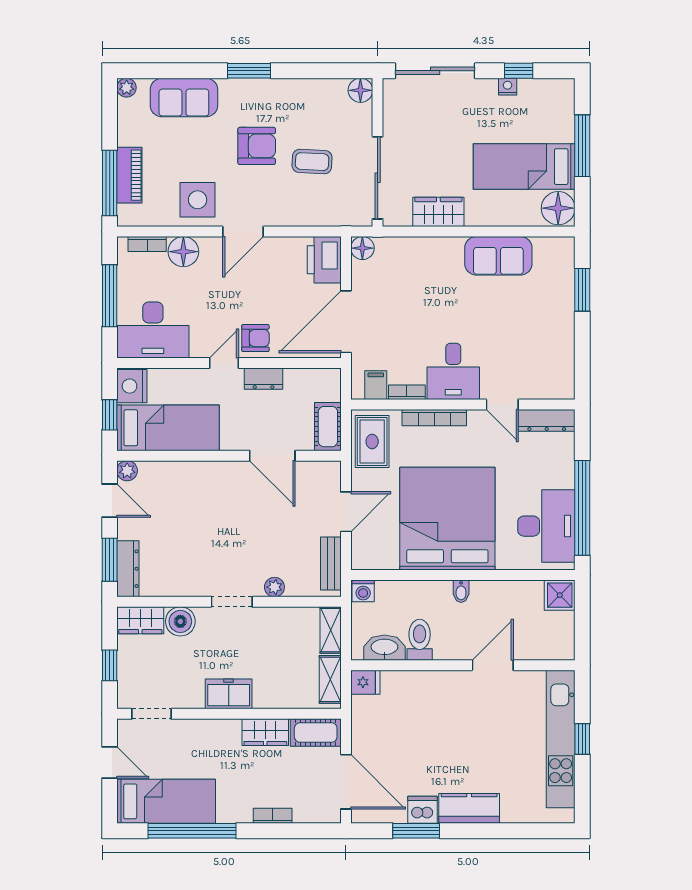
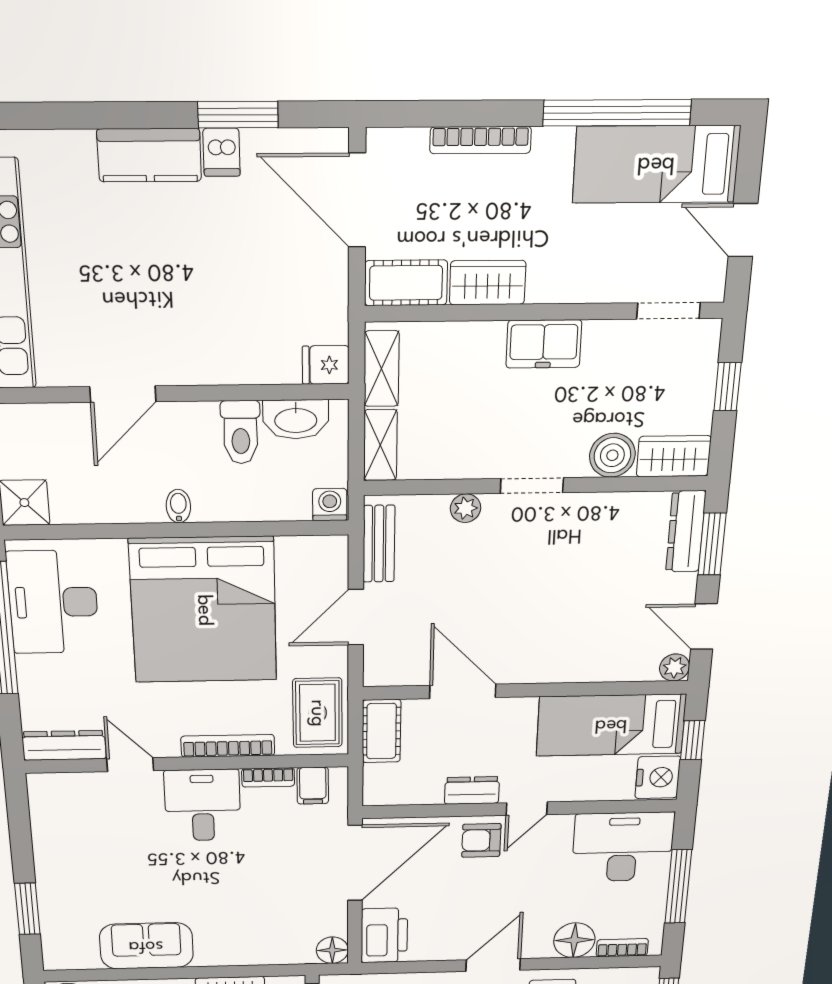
dishwasher: (422, 810) -> (222, 152), width x0.73
bookcase: (273, 816) -> (481, 140), width x1.56

